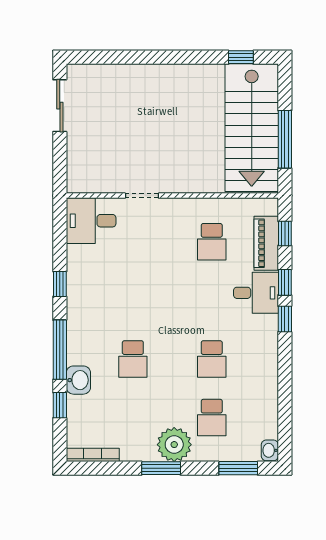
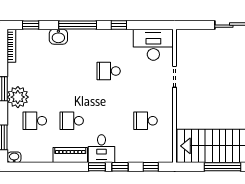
window: (285, 139) -> (223, 167), moved
desk: (91, 221) -> (153, 45), width x1.37
piano: (266, 243) -> (70, 155), moved
desk: (256, 293) -> (101, 149), moved
school desk: (133, 359) -> (109, 71), moved
window: (60, 405) -> (31, 25), moved

